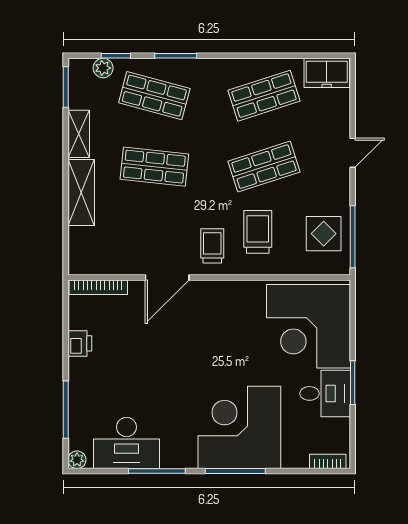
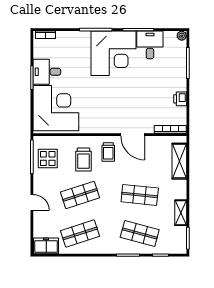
plant: (103, 68) -> (168, 248), removed
door: (353, 153) -> (32, 202), swing flipped
shelving: (81, 193) -> (179, 161), moved
door: (167, 277) -> (133, 135), swing flipped
corner desk: (239, 427) -> (114, 53), moved
desk: (126, 443) -> (150, 45), width x0.73

